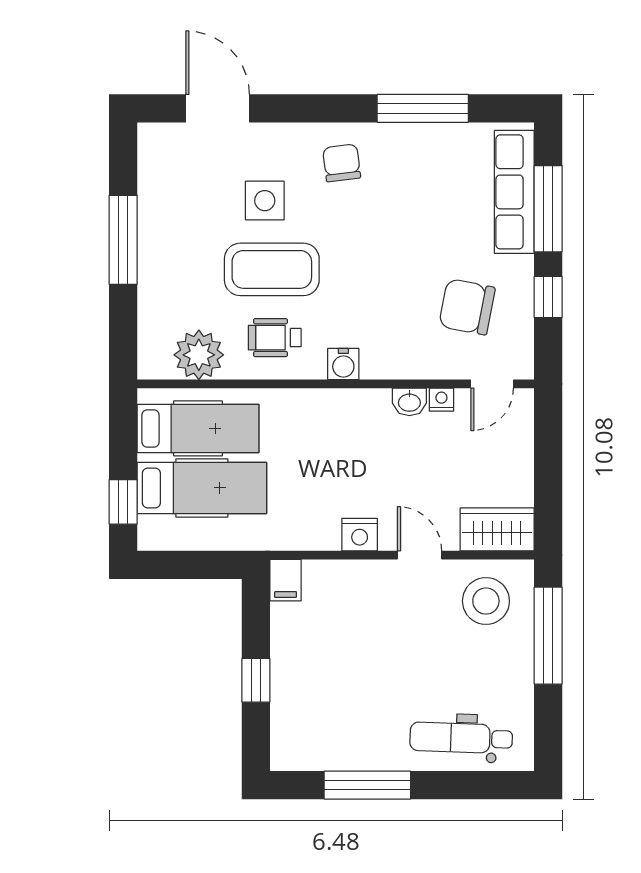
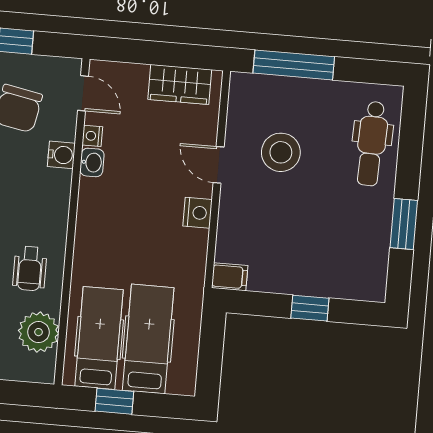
water cooler: (343, 364) -> (61, 155), moved
window: (123, 502) -> (114, 401), moved
wardrobe: (497, 529) -> (180, 84), moved, turned -90
door: (420, 555) -> (219, 165), hinge flipped
stool: (486, 601) -> (281, 152), moved
window: (367, 785) -> (404, 224), width x0.69

